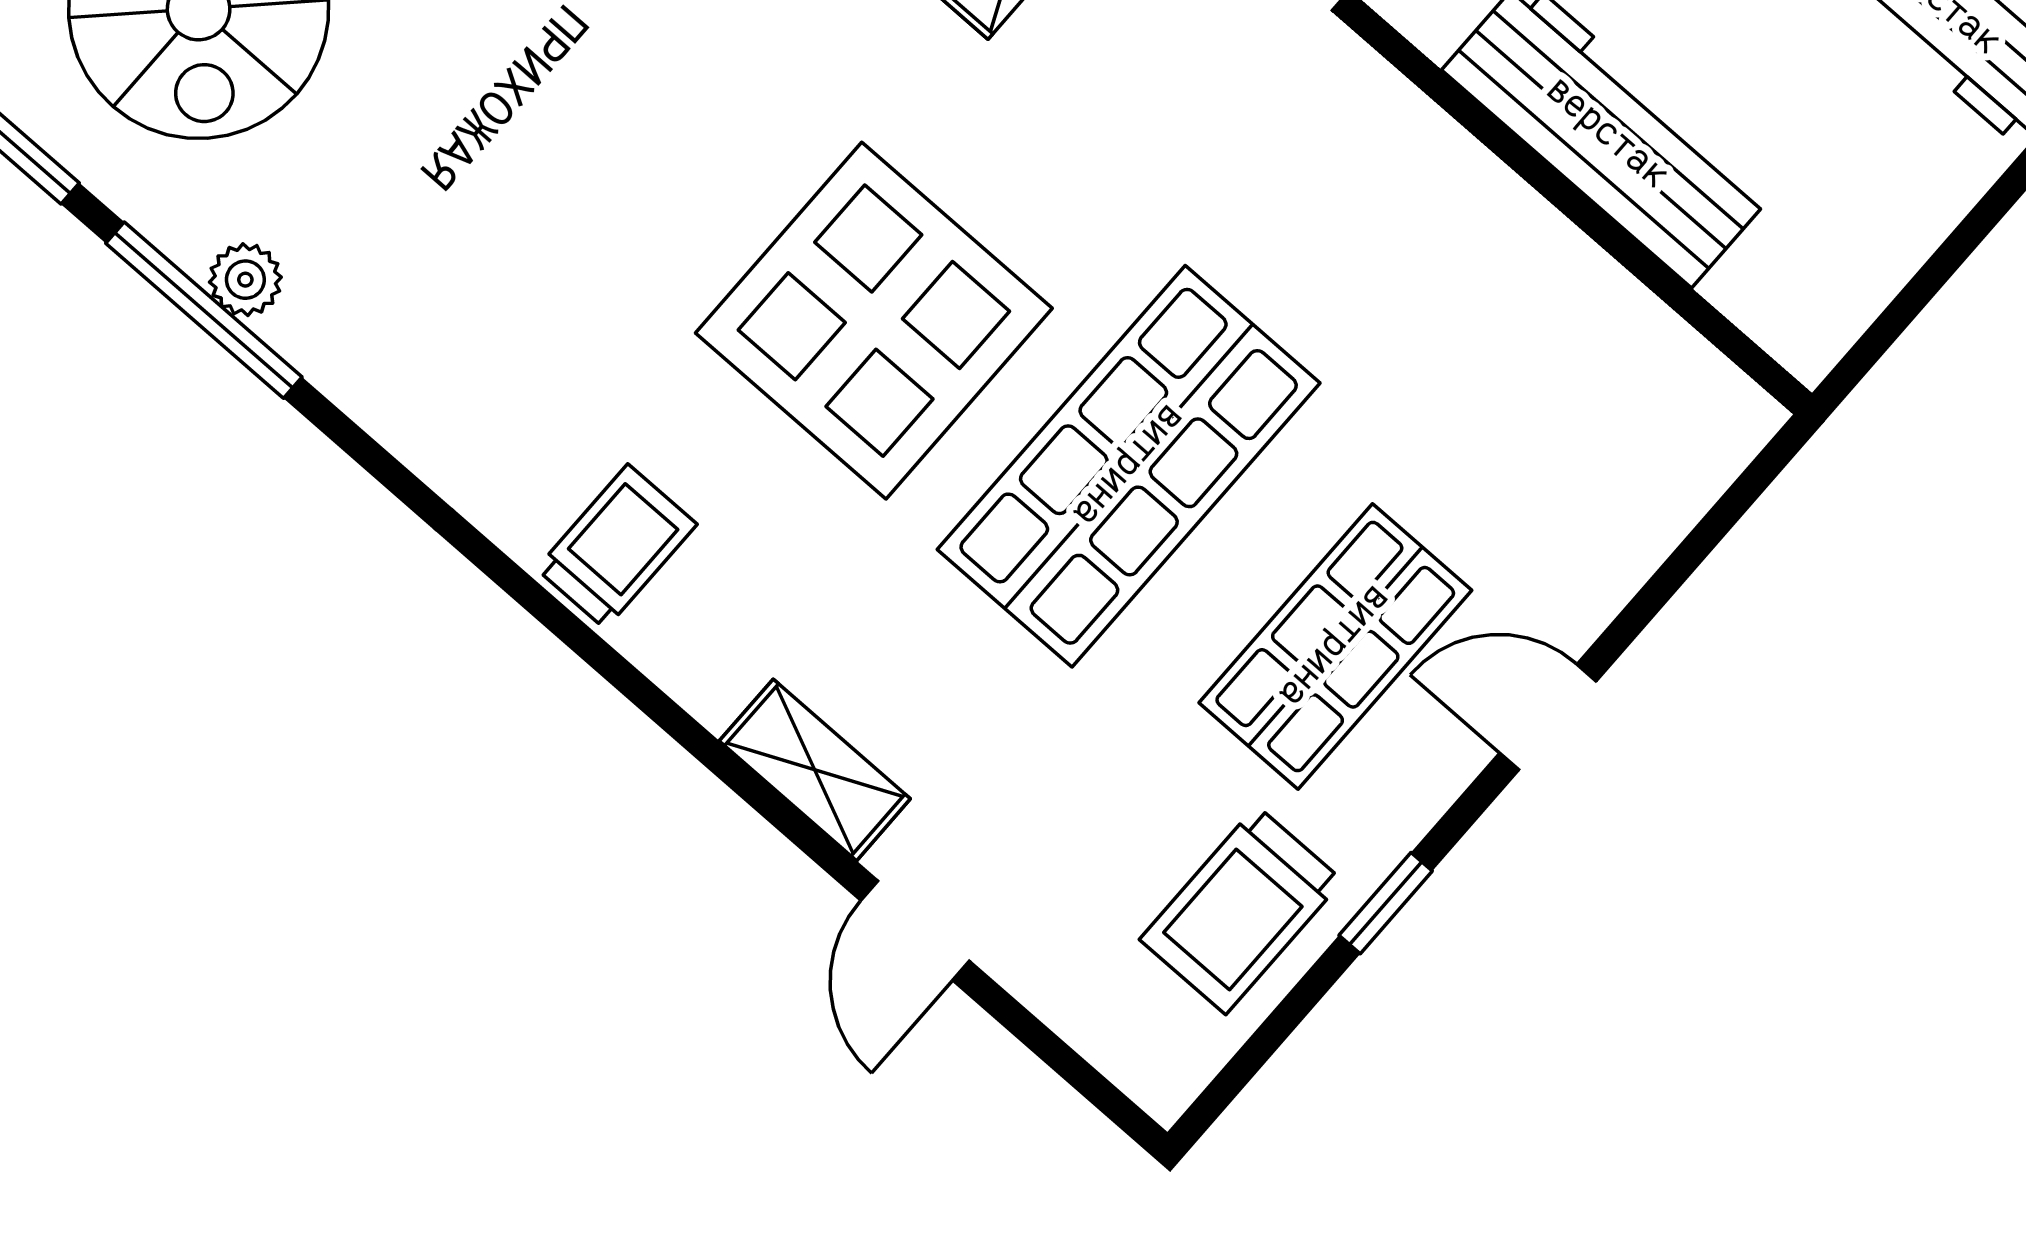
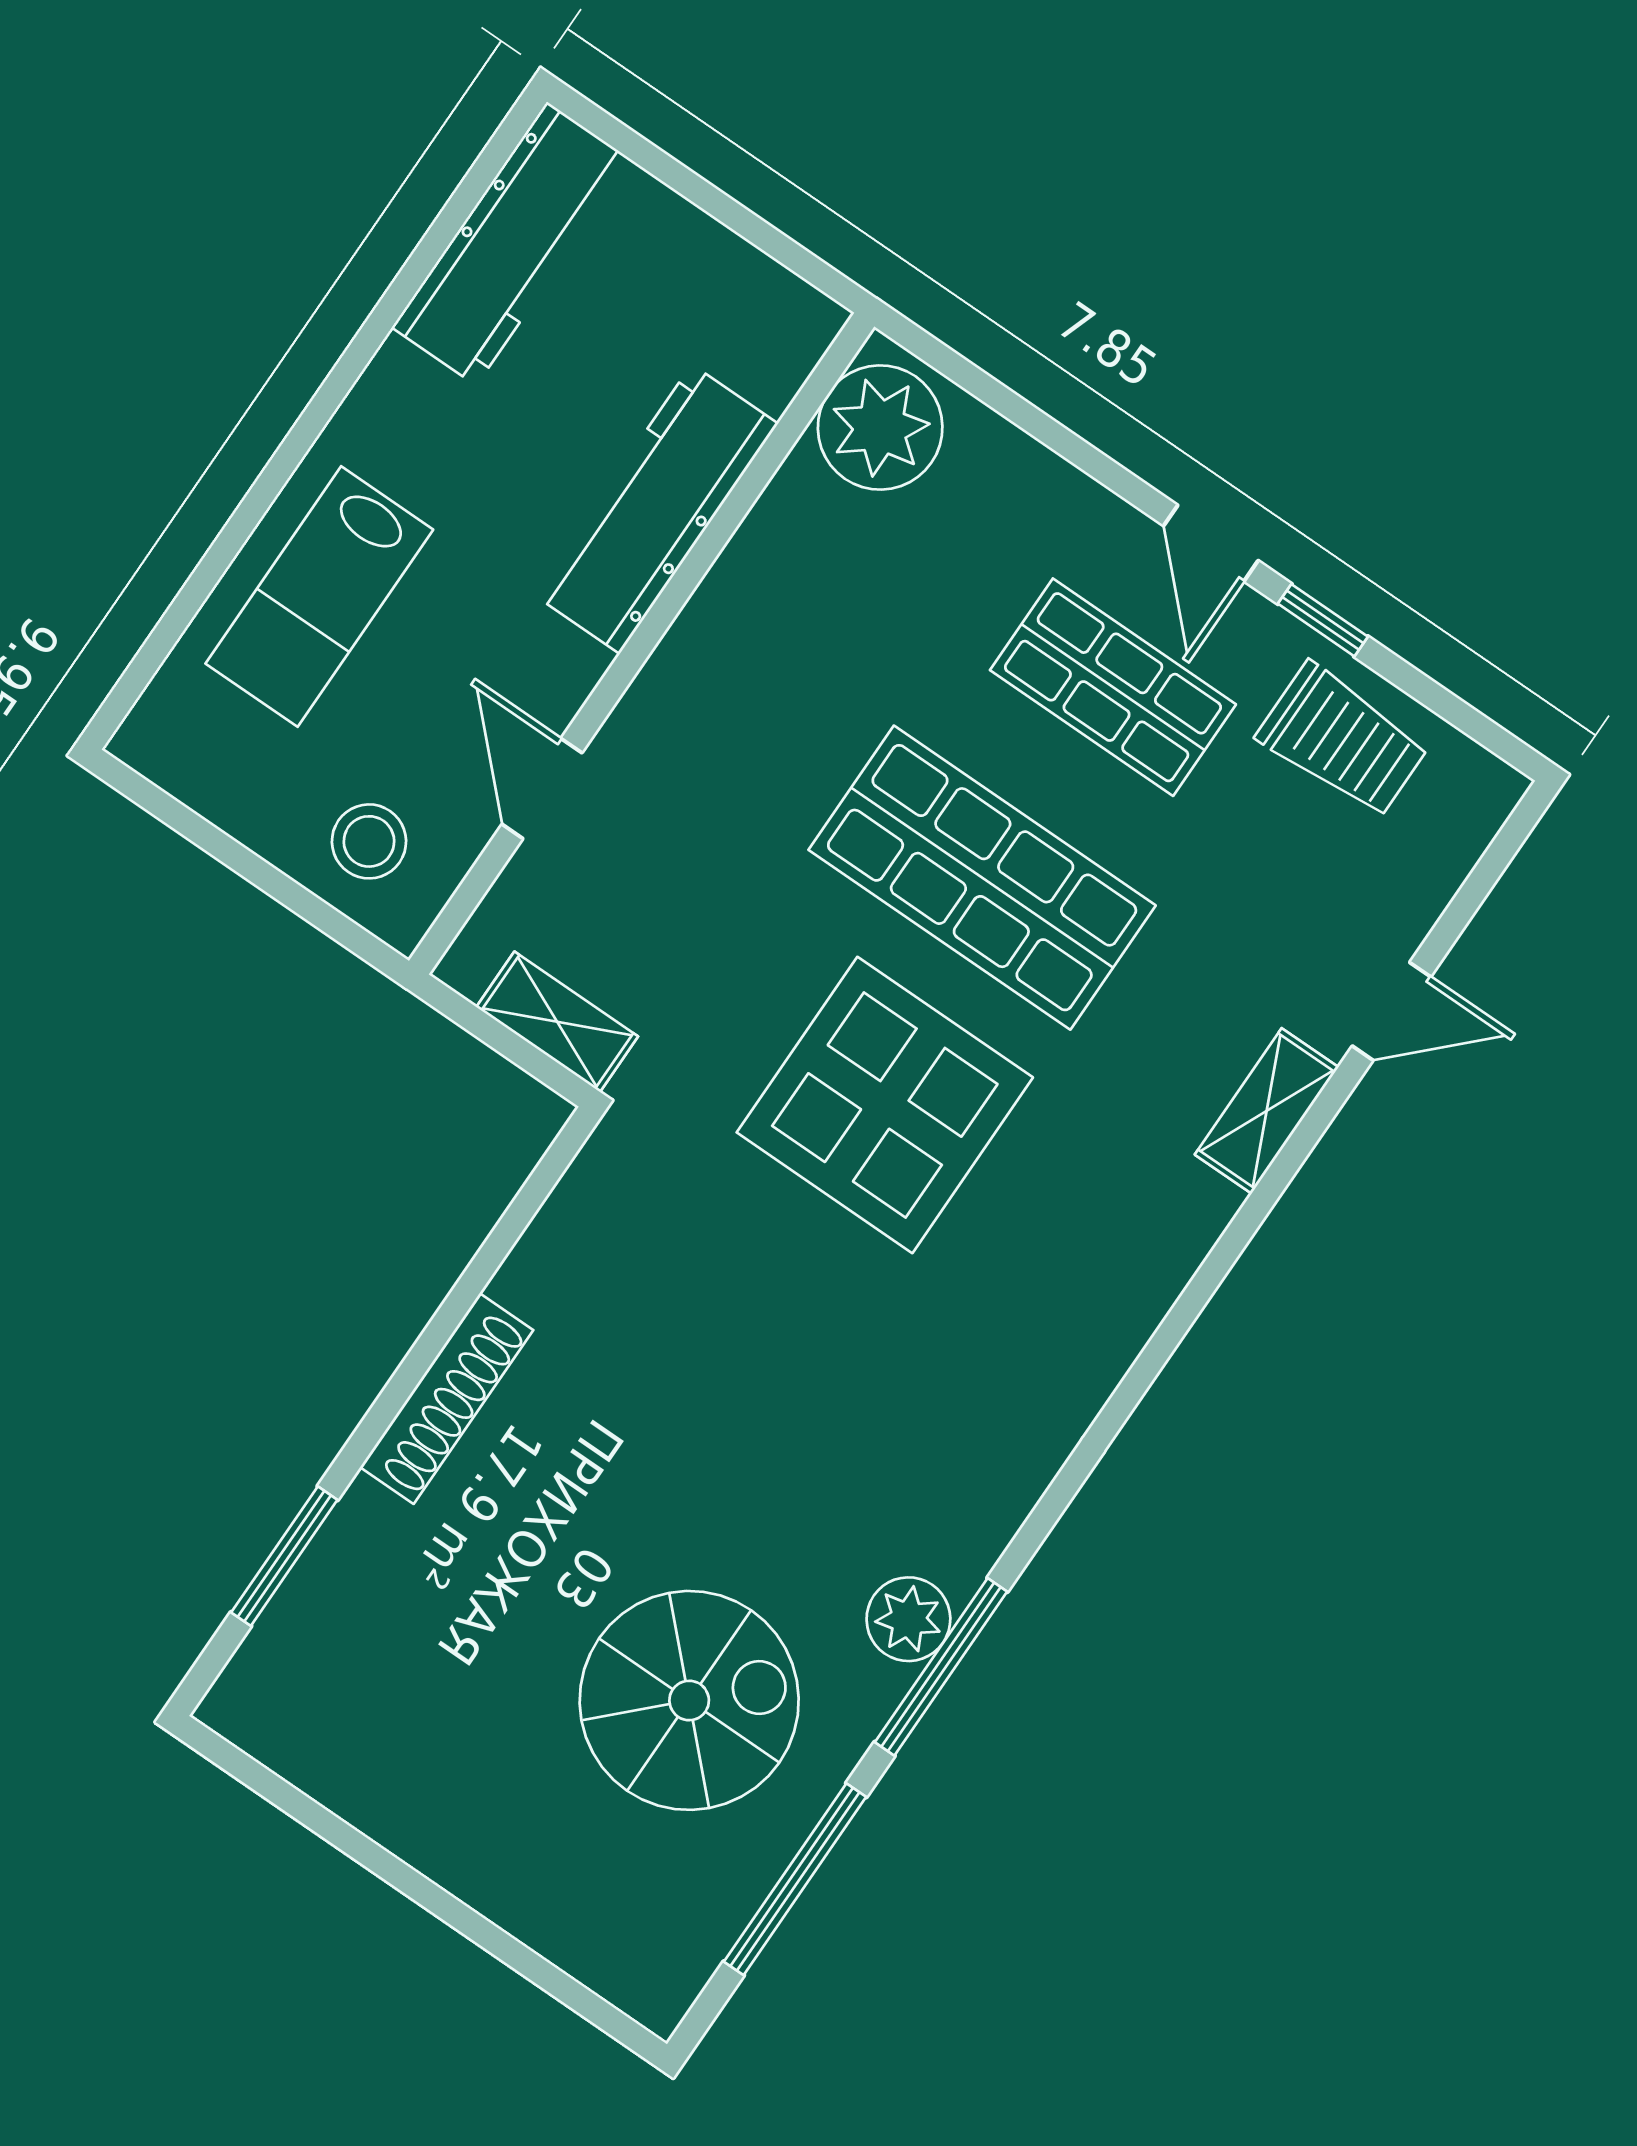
plant: (245, 280) -> (908, 1619), width x1.38, depth x1.38
plant: (1673, 407) -> (880, 427), added
trolley: (617, 546) -> (1099, 1298), removed
door: (1548, 717) -> (1211, 543), moved

